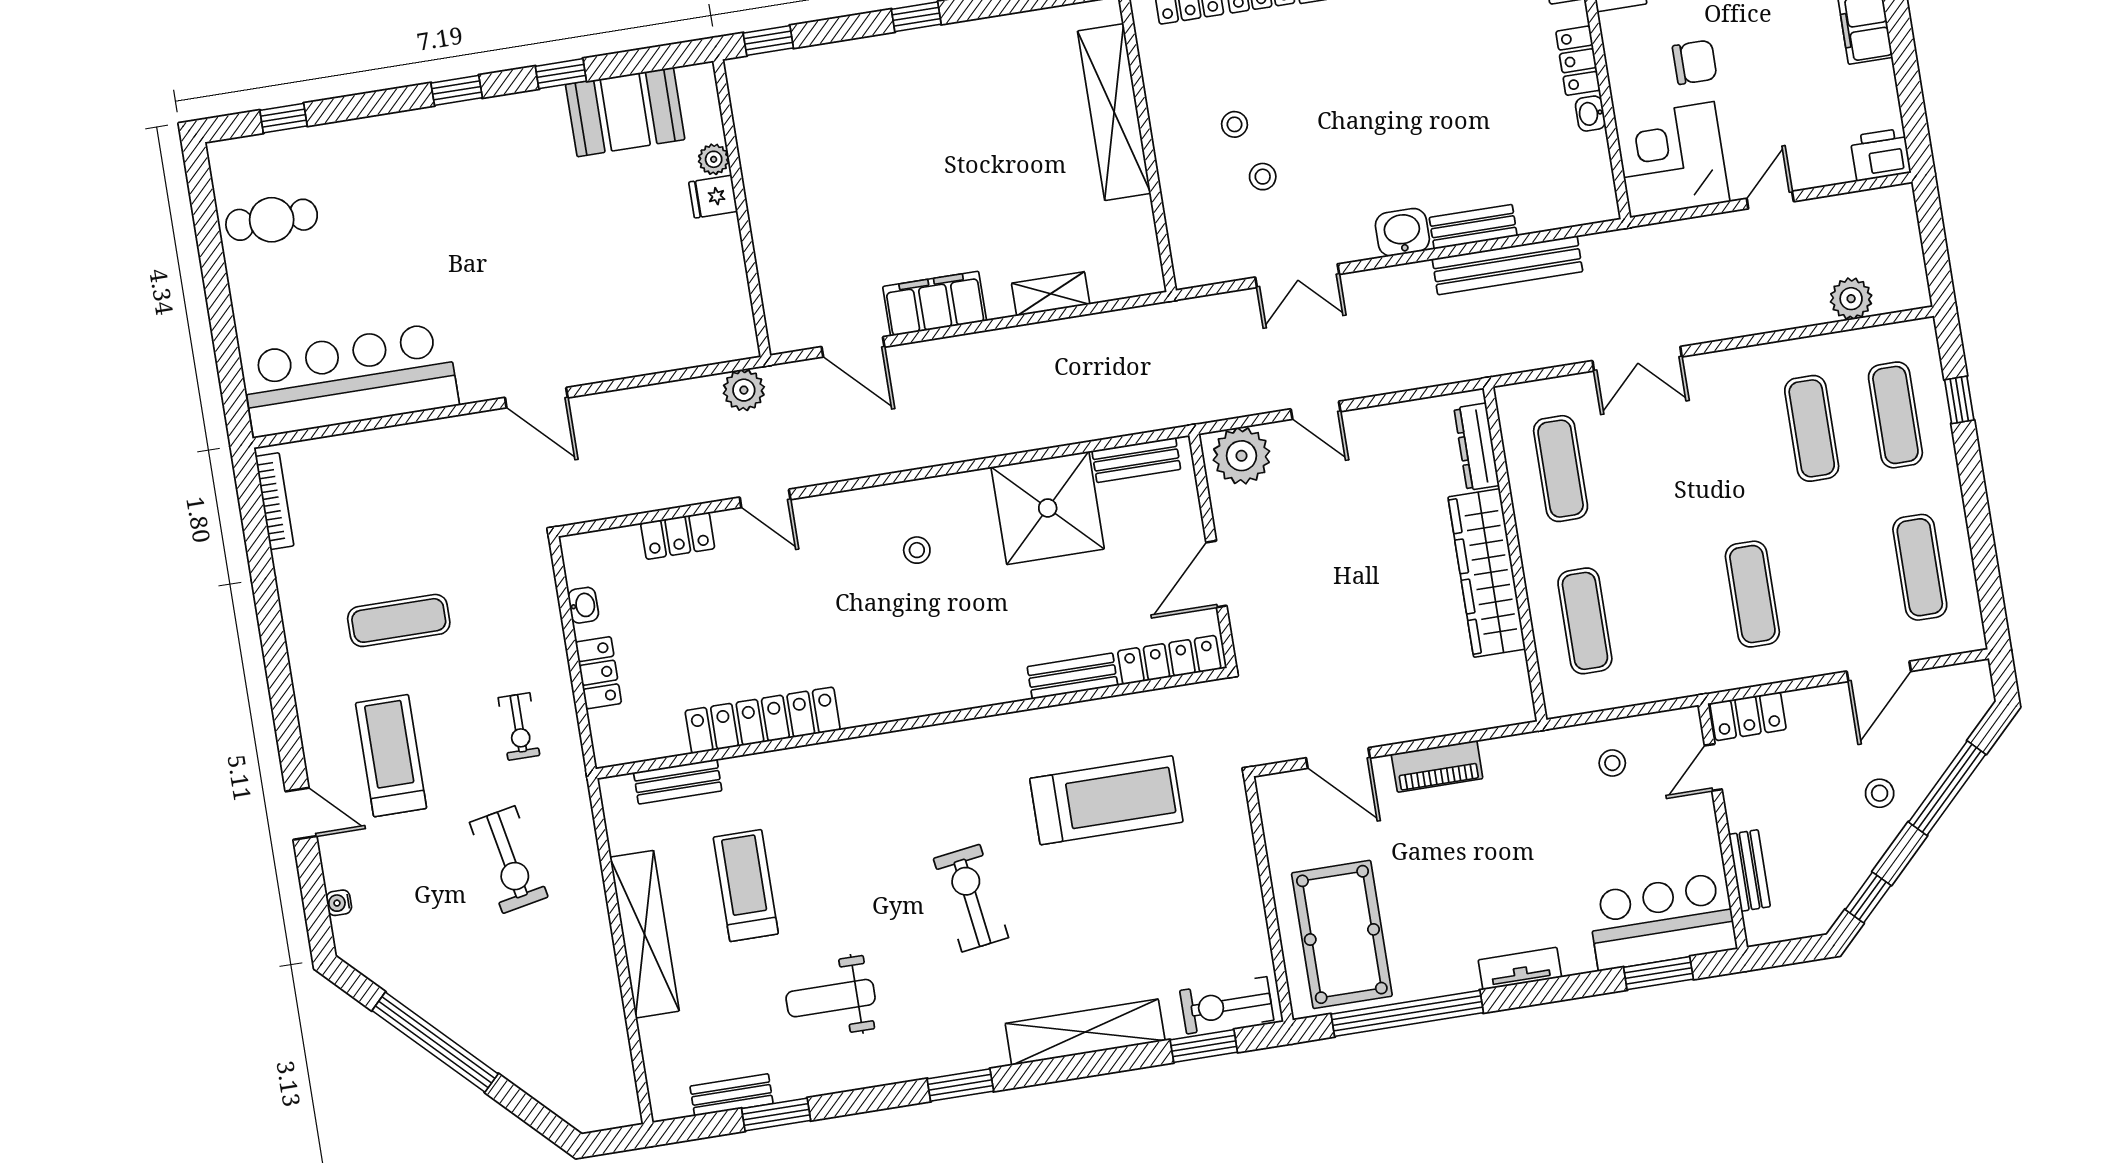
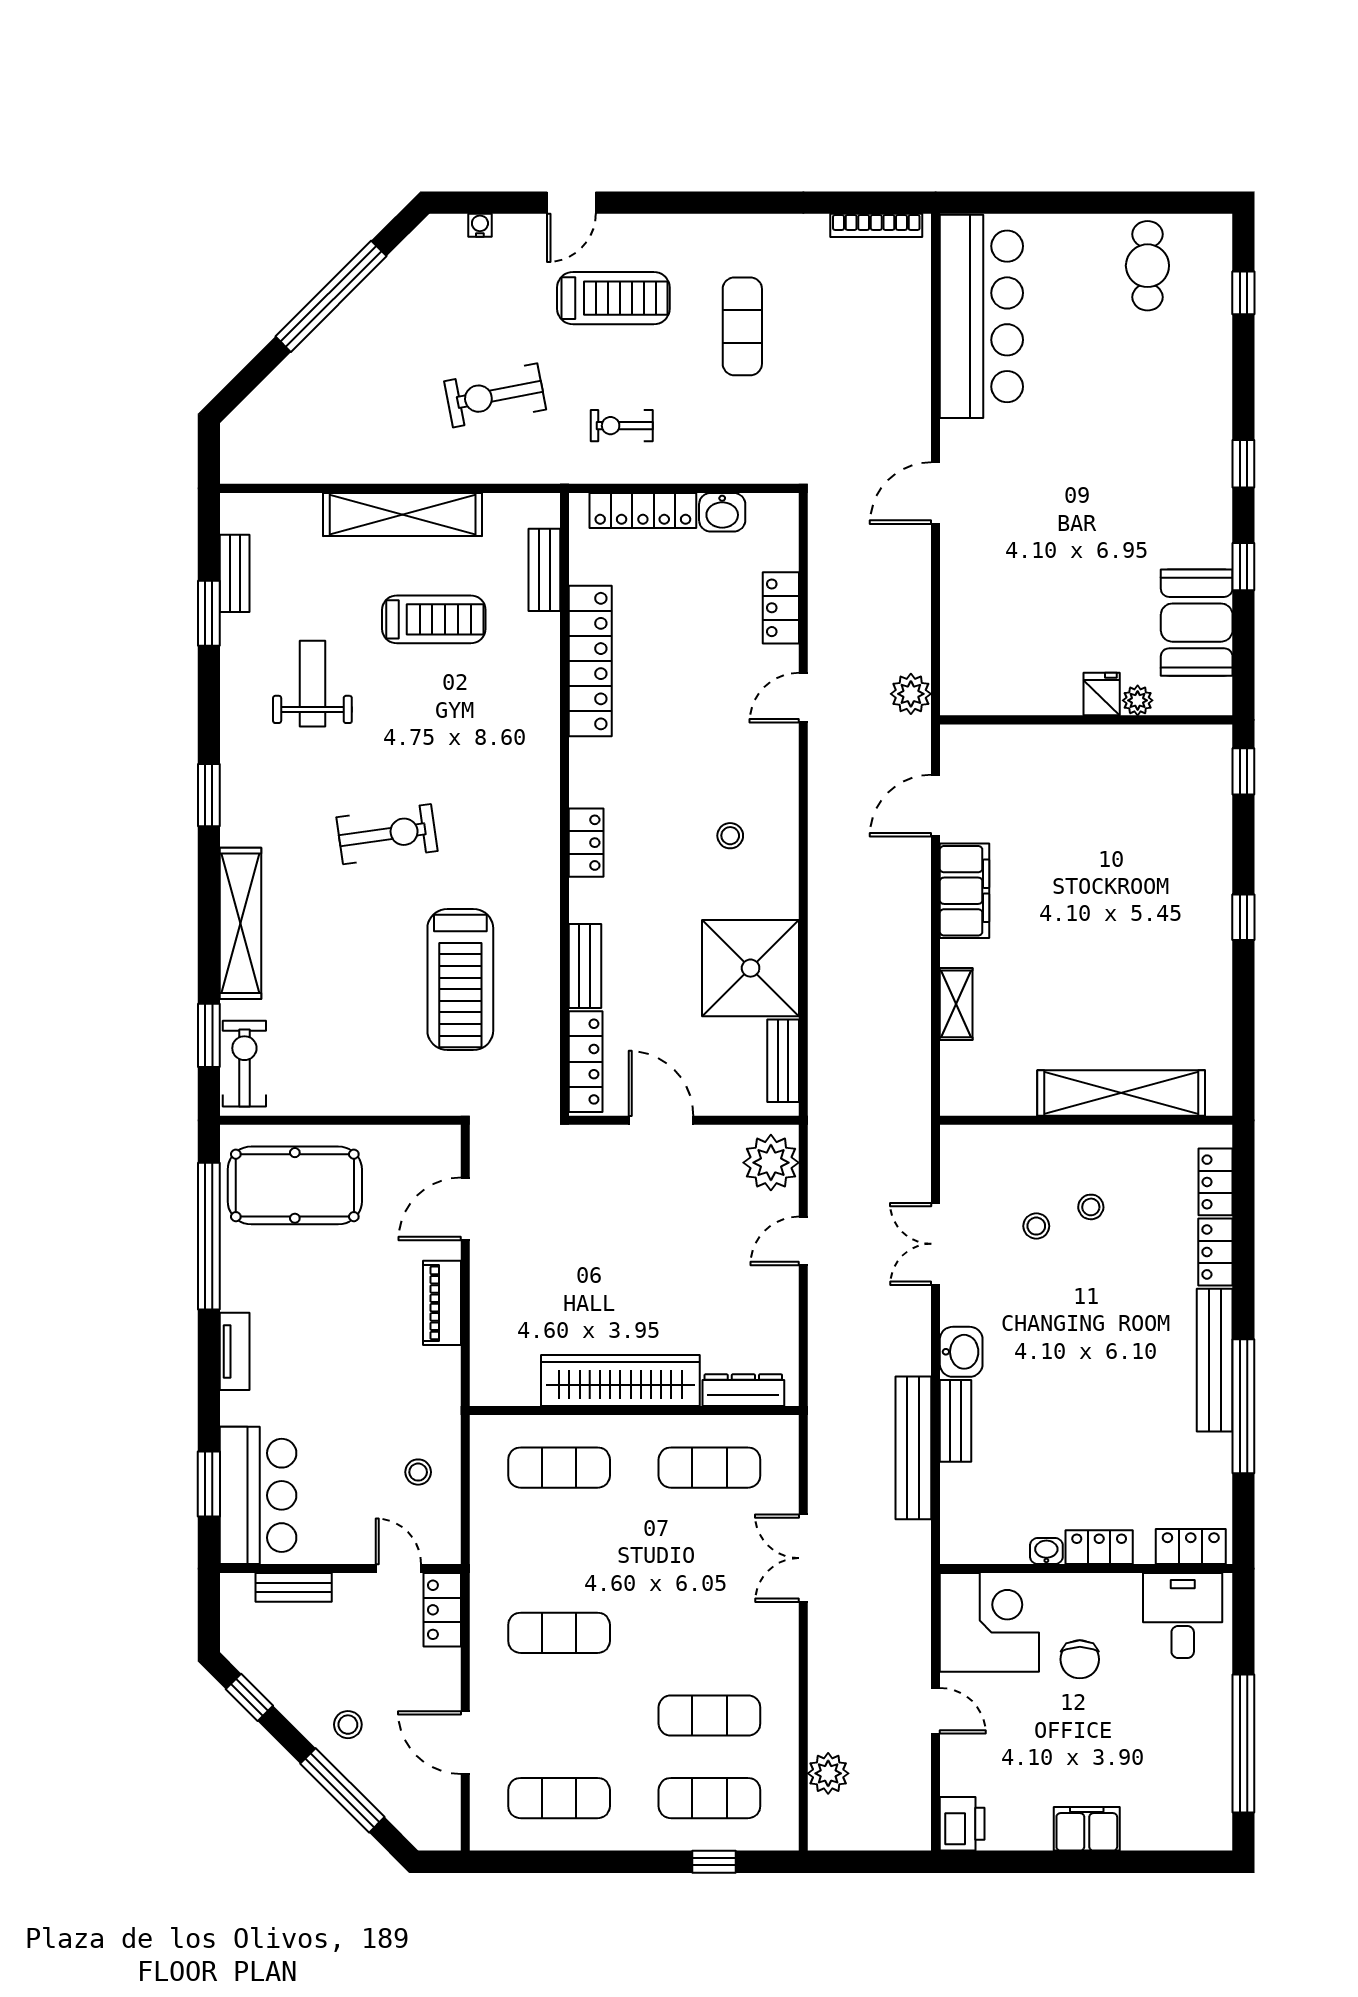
washbasin: (583, 605) -> (722, 512), width x1.38, depth x1.45
locker: (598, 673) -> (643, 510), width x1.53
locker: (947, 695) -> (586, 843), added

